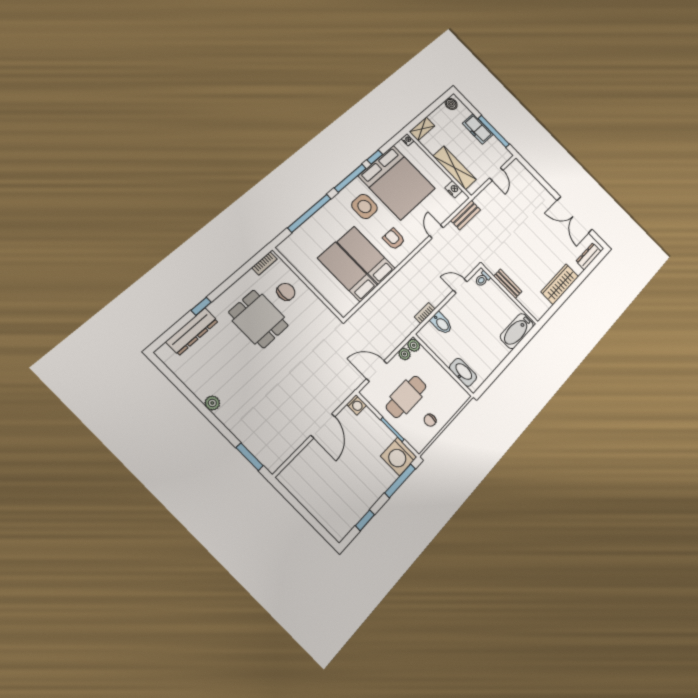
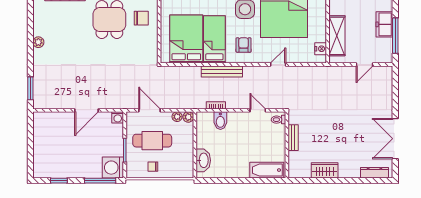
bench: (466, 215) -> (222, 72), moved, width x1.36
bed: (348, 272) -> (186, 39), width x1.50
wardrobe: (560, 284) -> (325, 170), width x0.67

